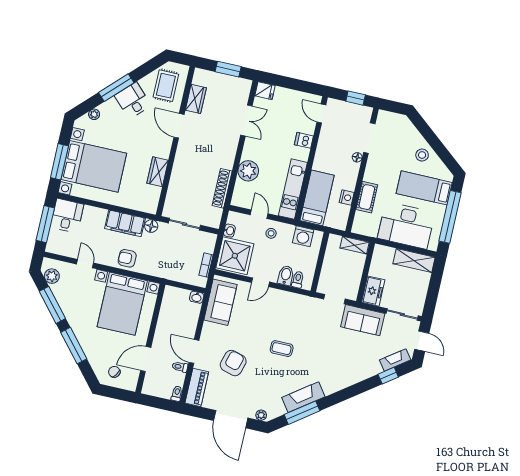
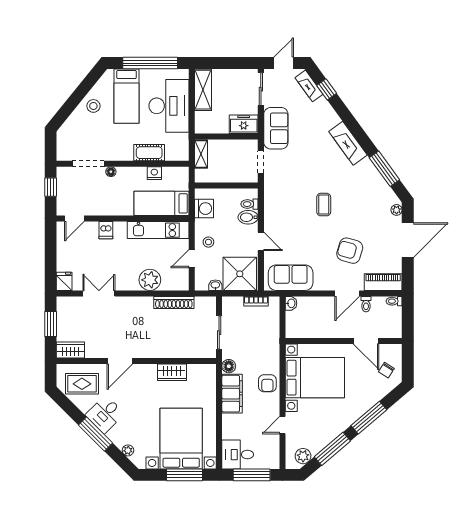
wardrobe: (196, 99) -> (70, 350), moved
fireplace: (303, 397) -> (348, 143), moved

